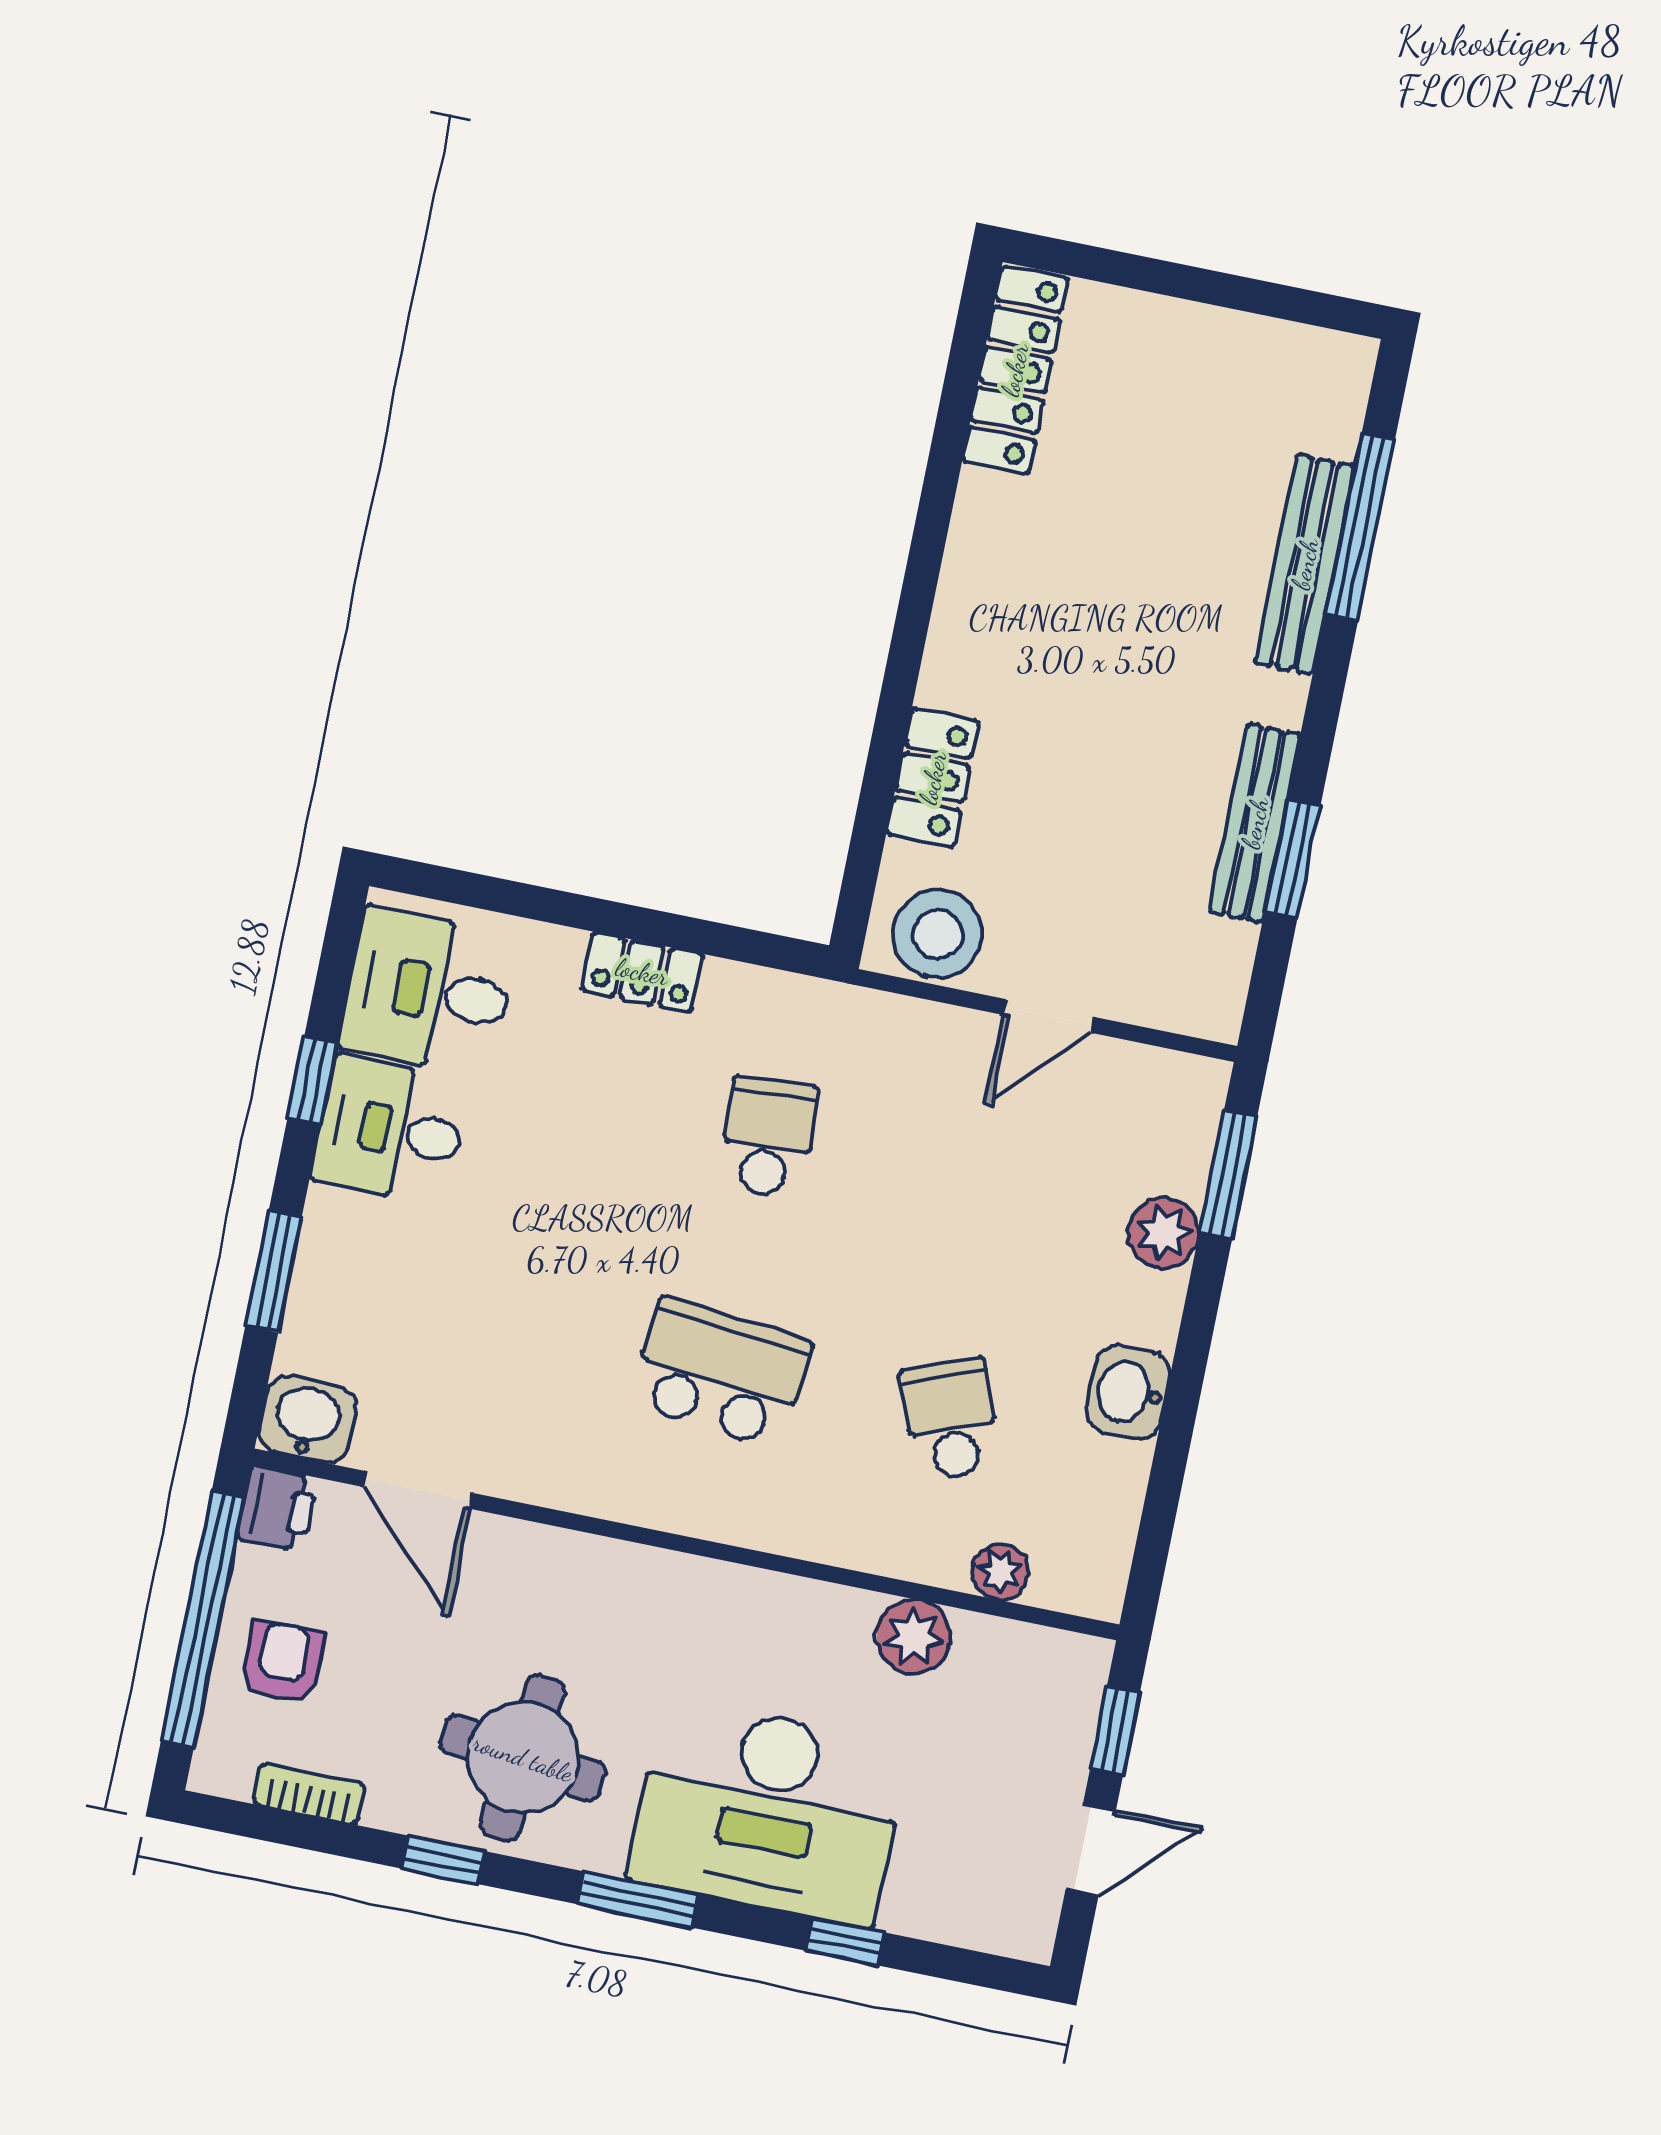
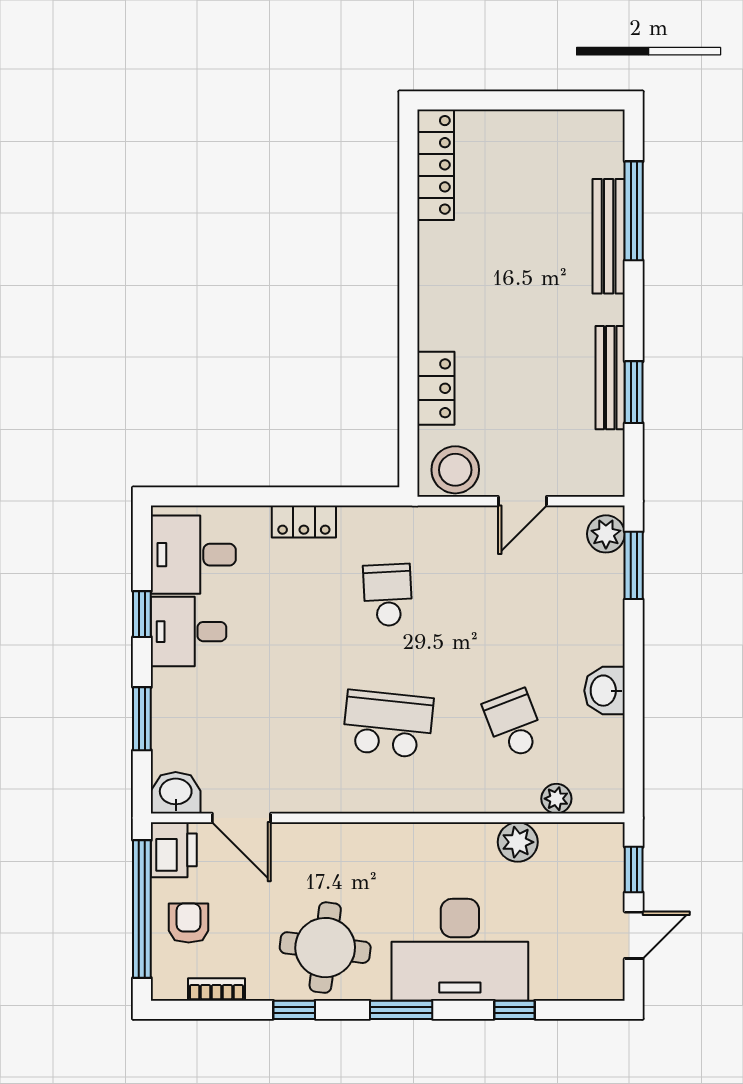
plant: (1163, 1233) -> (606, 534), moved
printer: (277, 1508) -> (174, 850), width x1.36, depth x1.24

